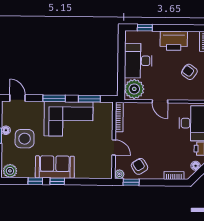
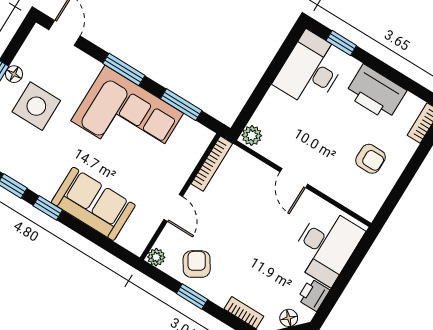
desk: (138, 61) -> (311, 70), moved
armchair: (189, 72) -> (370, 159), turned 145
plant: (134, 89) -> (252, 135), width x0.53, depth x0.53
sofa: (55, 167) -> (93, 204), moved
window: (131, 182) -> (192, 297), moved

